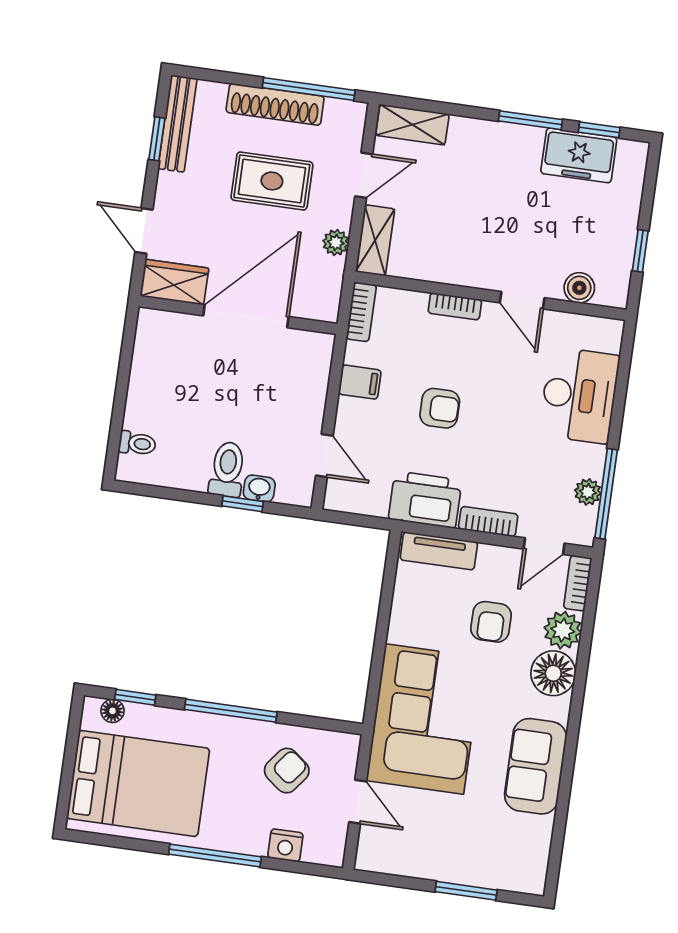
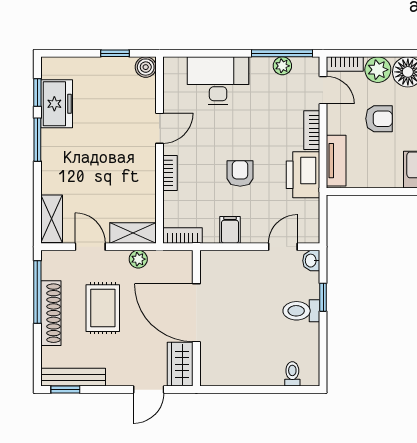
window: (157, 139) -> (65, 390), moved
boiler: (579, 288) -> (146, 67), moved
washbasin: (259, 489) -> (311, 261), moved

